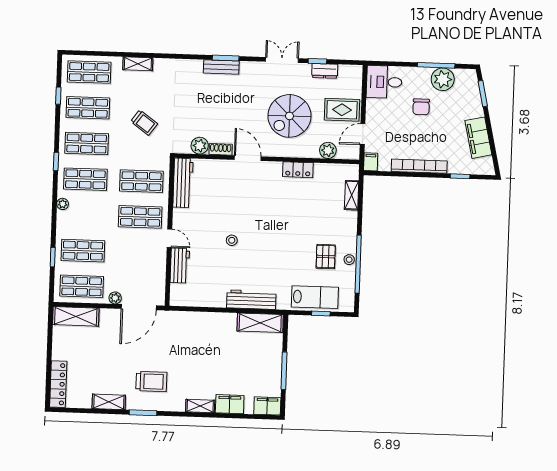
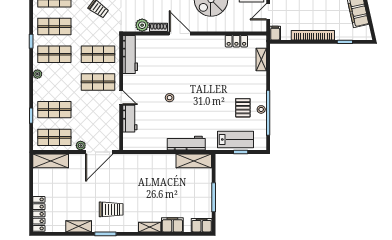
plant: (328, 150) -> (242, 25), removed
locker: (298, 170) -> (236, 41), moved

